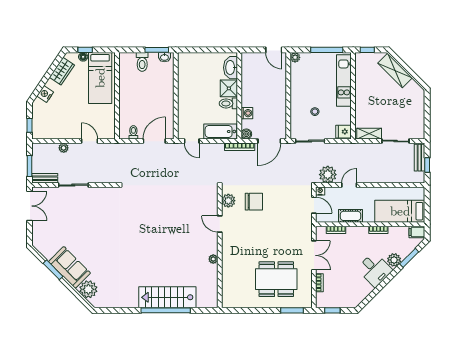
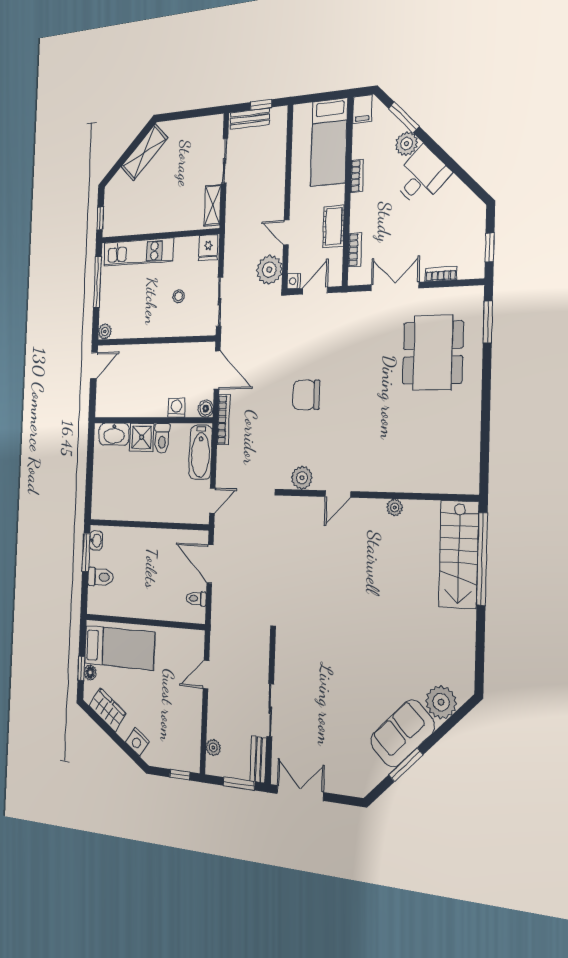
shelving: (395, 70) -> (144, 152), moved
plant: (64, 148) -> (213, 747), moved
plant: (228, 201) -> (302, 478), moved
chair: (254, 202) -> (306, 395), turned -90
door: (220, 224) -> (338, 494), moved
wall: (220, 247) -> (376, 495), moved
plant: (213, 259) -> (395, 507), moved

